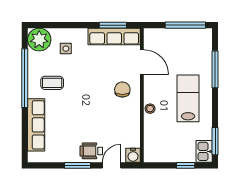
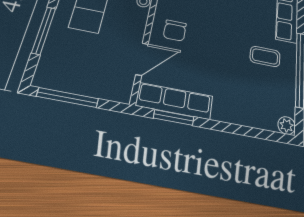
plant: (39, 40) -> (287, 125), width x0.53, depth x0.53
side table: (66, 49) -> (244, 97), removed
door: (142, 62) -> (142, 59), swing flipped

